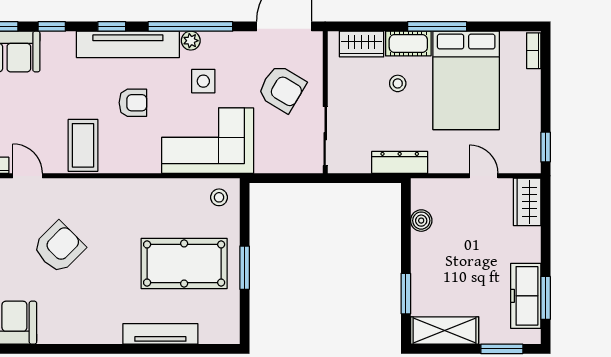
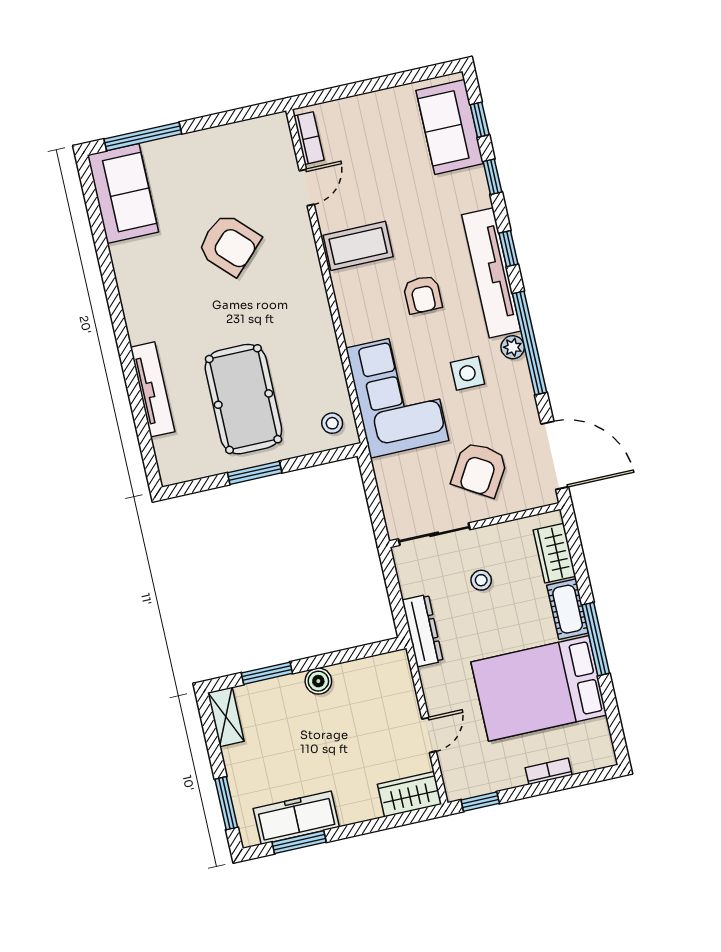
bookcase: (534, 51) -> (549, 771), moved
stool: (398, 83) -> (481, 580), moved
boiler: (421, 221) -> (318, 681), moved
shelving: (445, 330) -> (226, 717), width x0.67, depth x0.75

